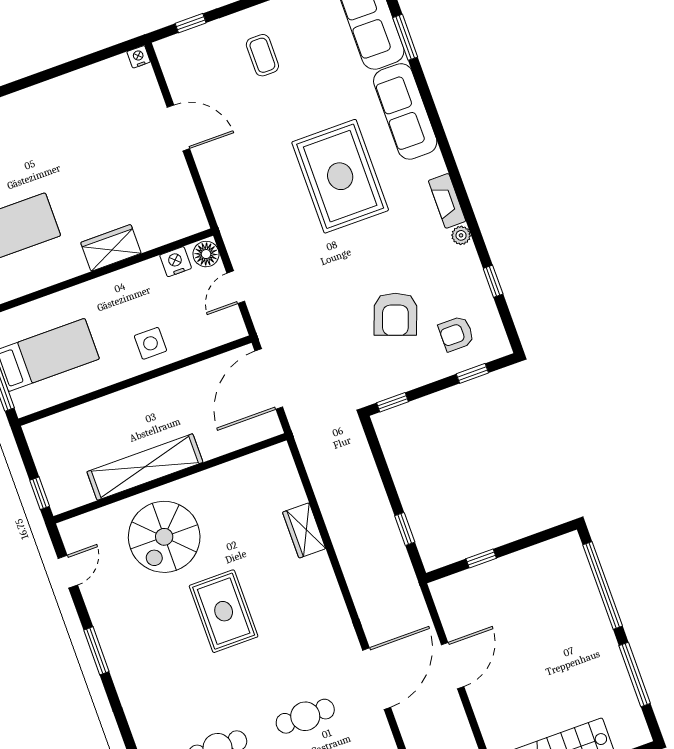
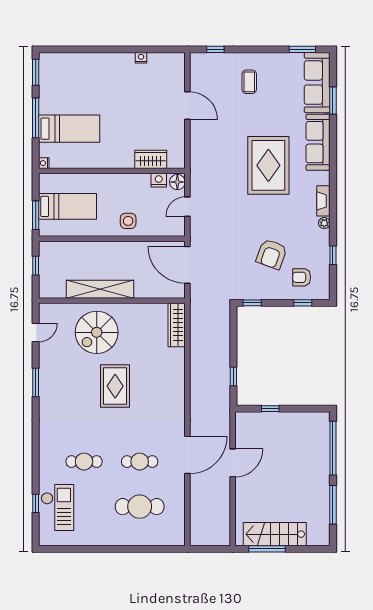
nightstand: (139, 57) -> (141, 58), moved
wardrobe: (111, 248) -> (151, 159), moved
door: (269, 379) -> (187, 265), hinge flipped
window: (40, 493) -> (36, 266), moved
wardrobe: (304, 530) -> (177, 325), moved, width x1.50

